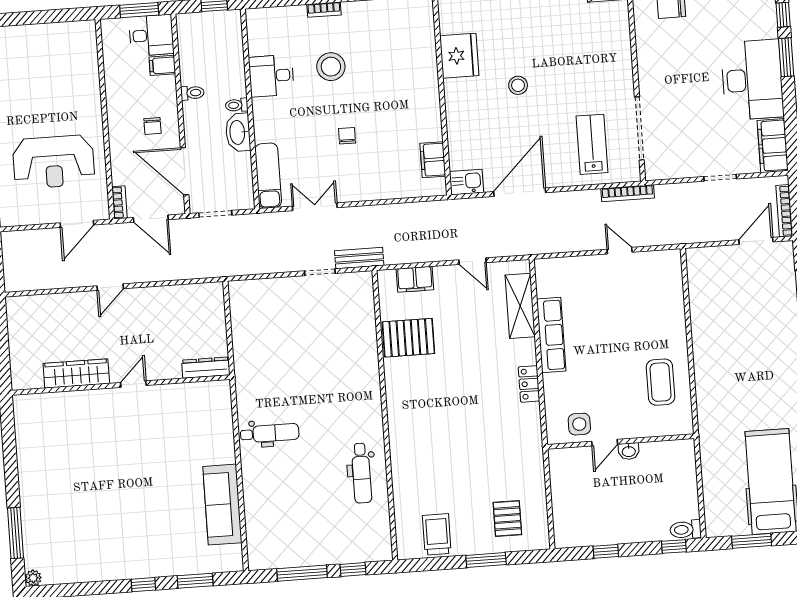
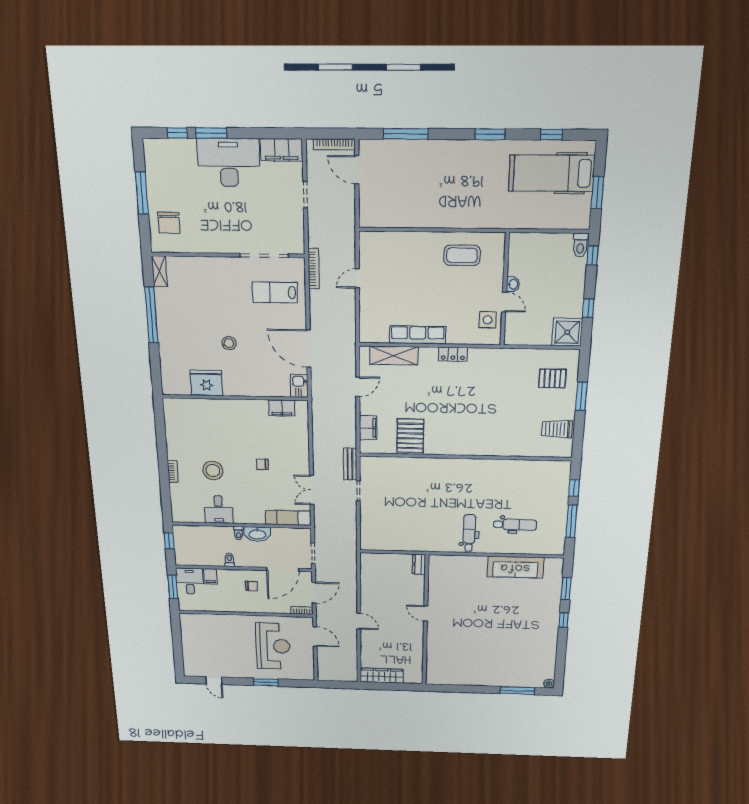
dresser: (206, 368) -> (419, 564), width x0.70
wardrobe: (76, 374) -> (382, 676), moved, turned 90
dental chair: (361, 473) -> (515, 525), moved
shower: (572, 529) -> (567, 332), added

